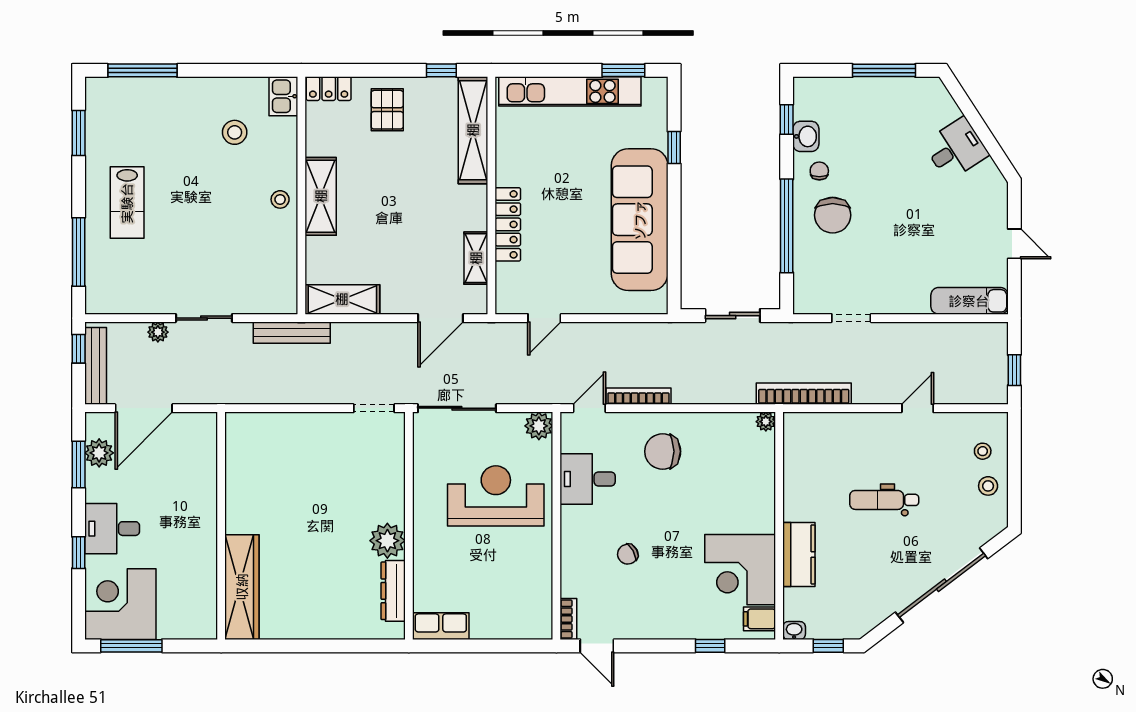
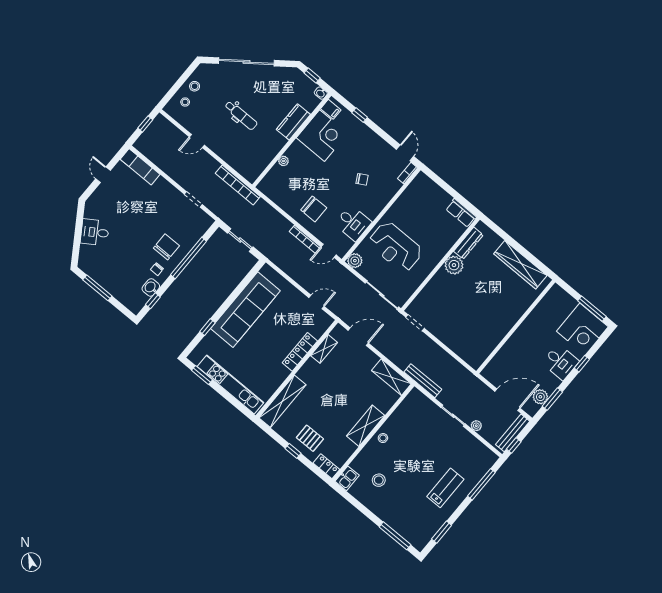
window: (441, 70) -> (293, 451), moved
pallet: (387, 110) -> (310, 438), turned 90
plant: (766, 422) -> (283, 161), moved
wardrobe: (242, 587) -> (520, 265), moved, turned -90

